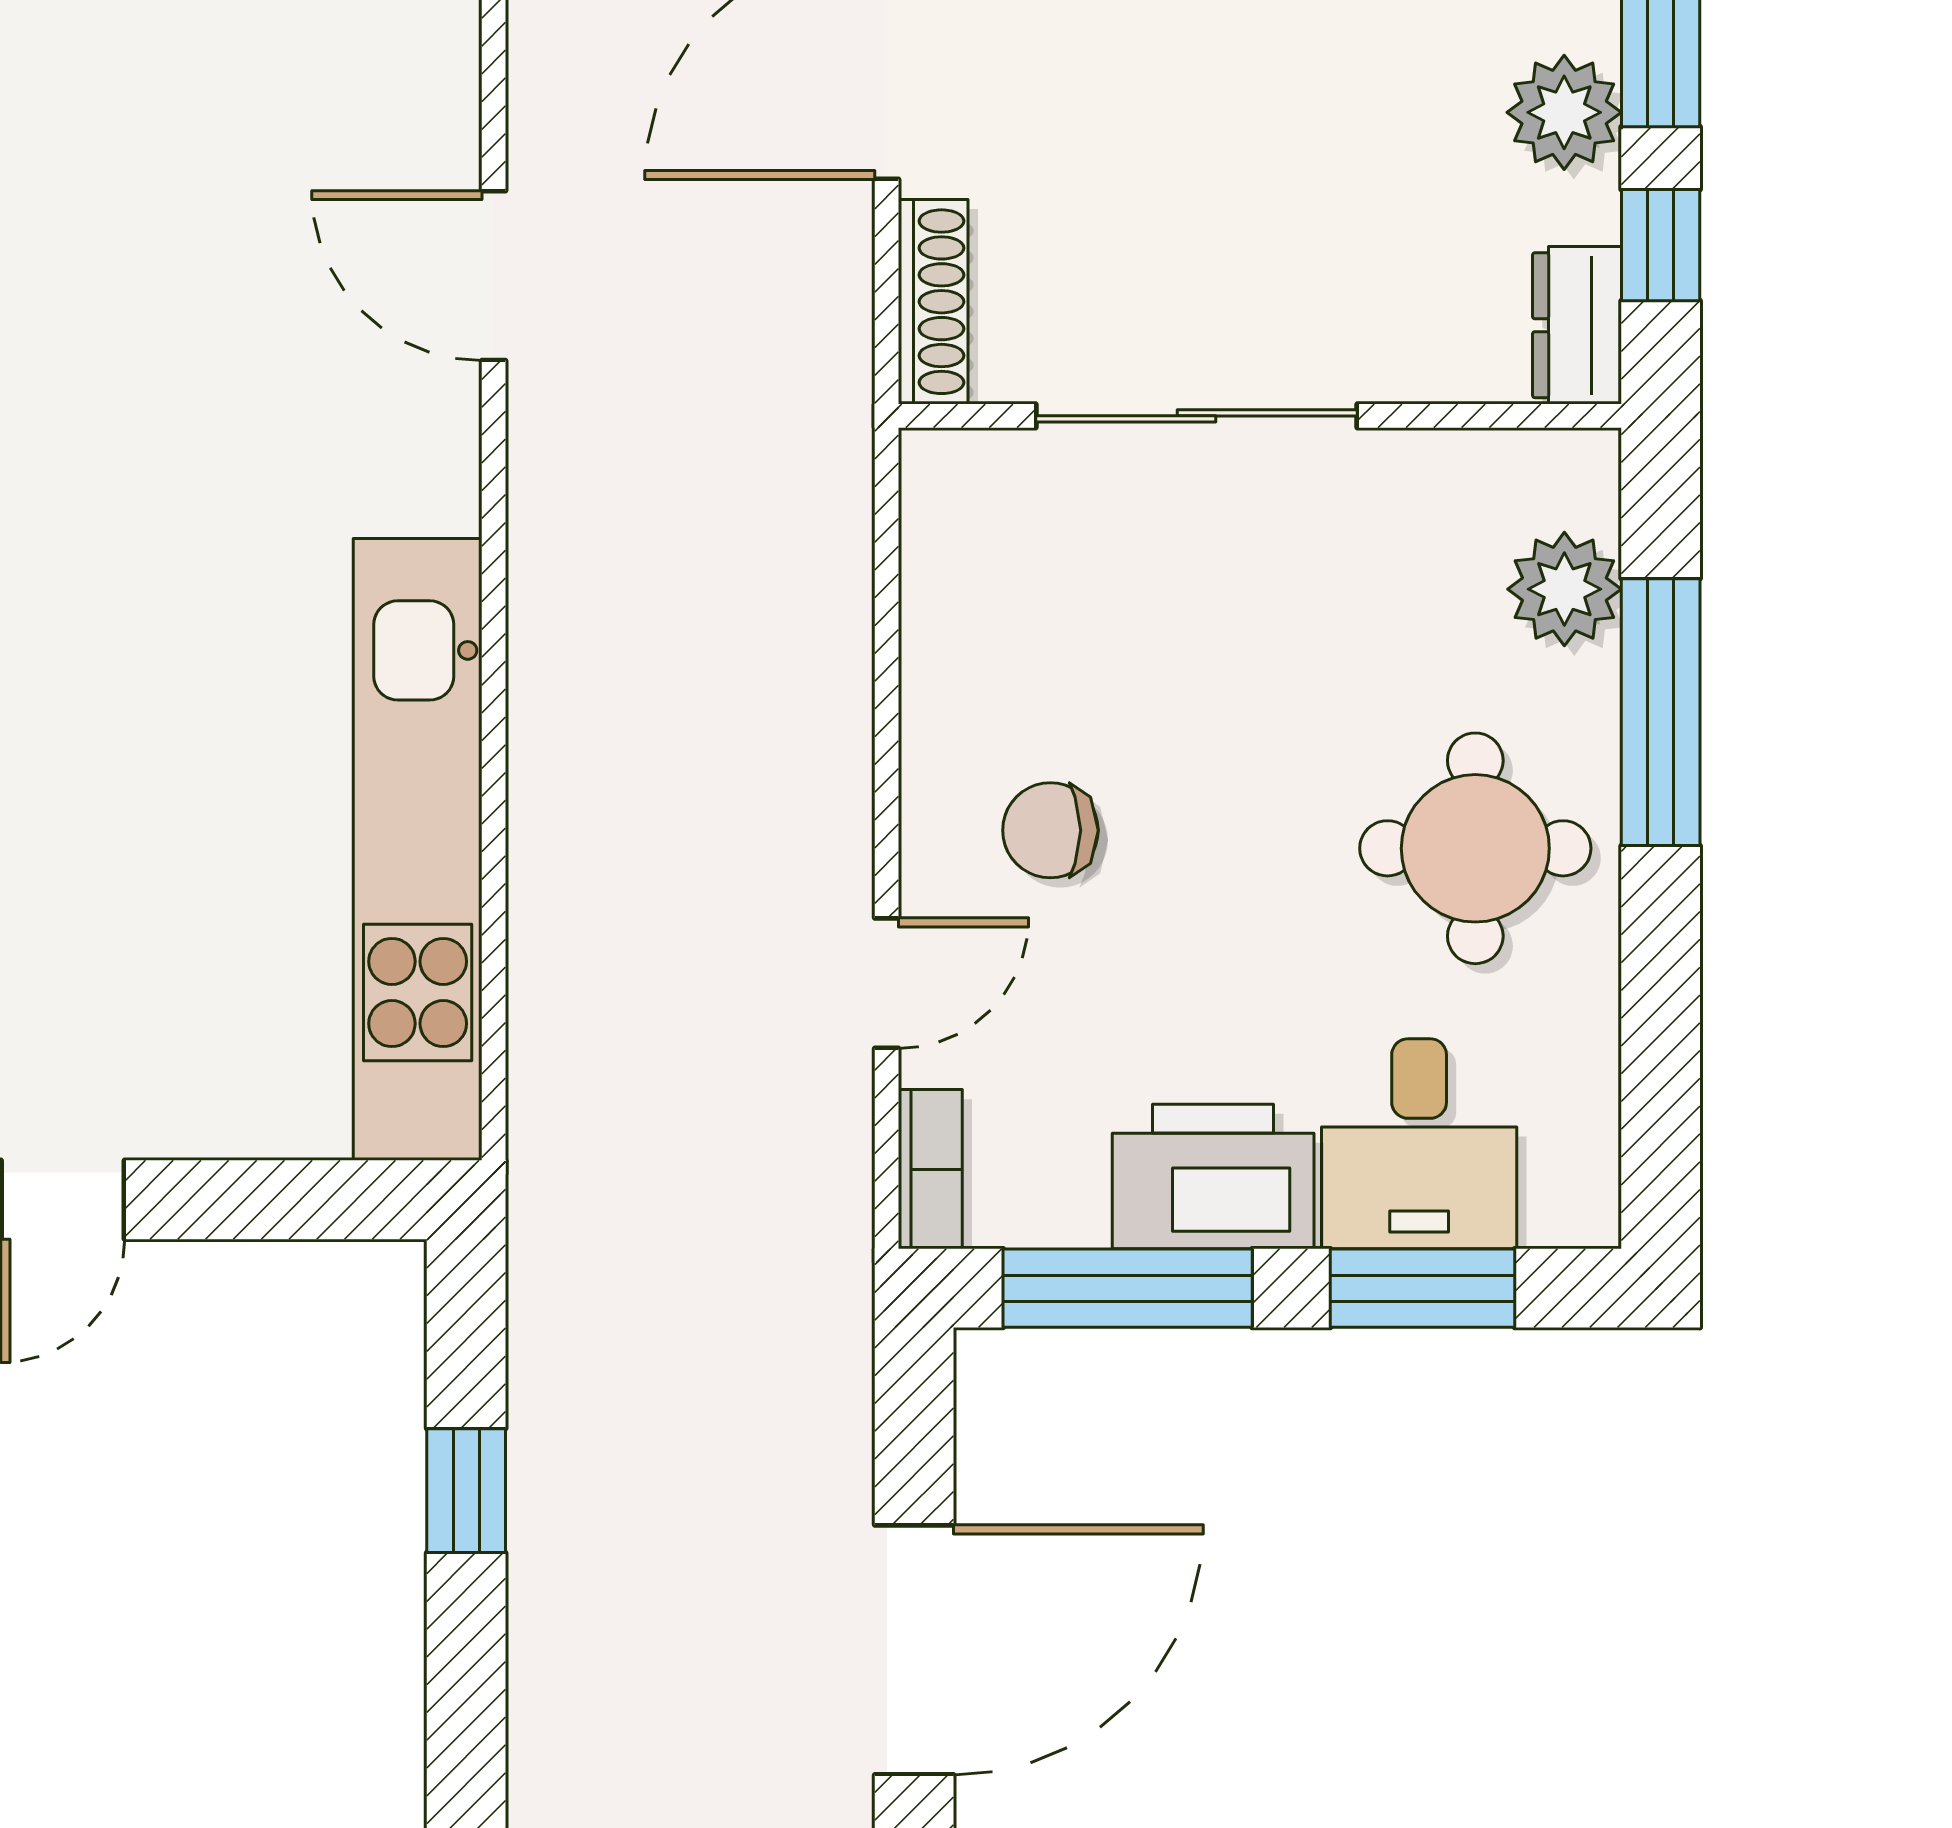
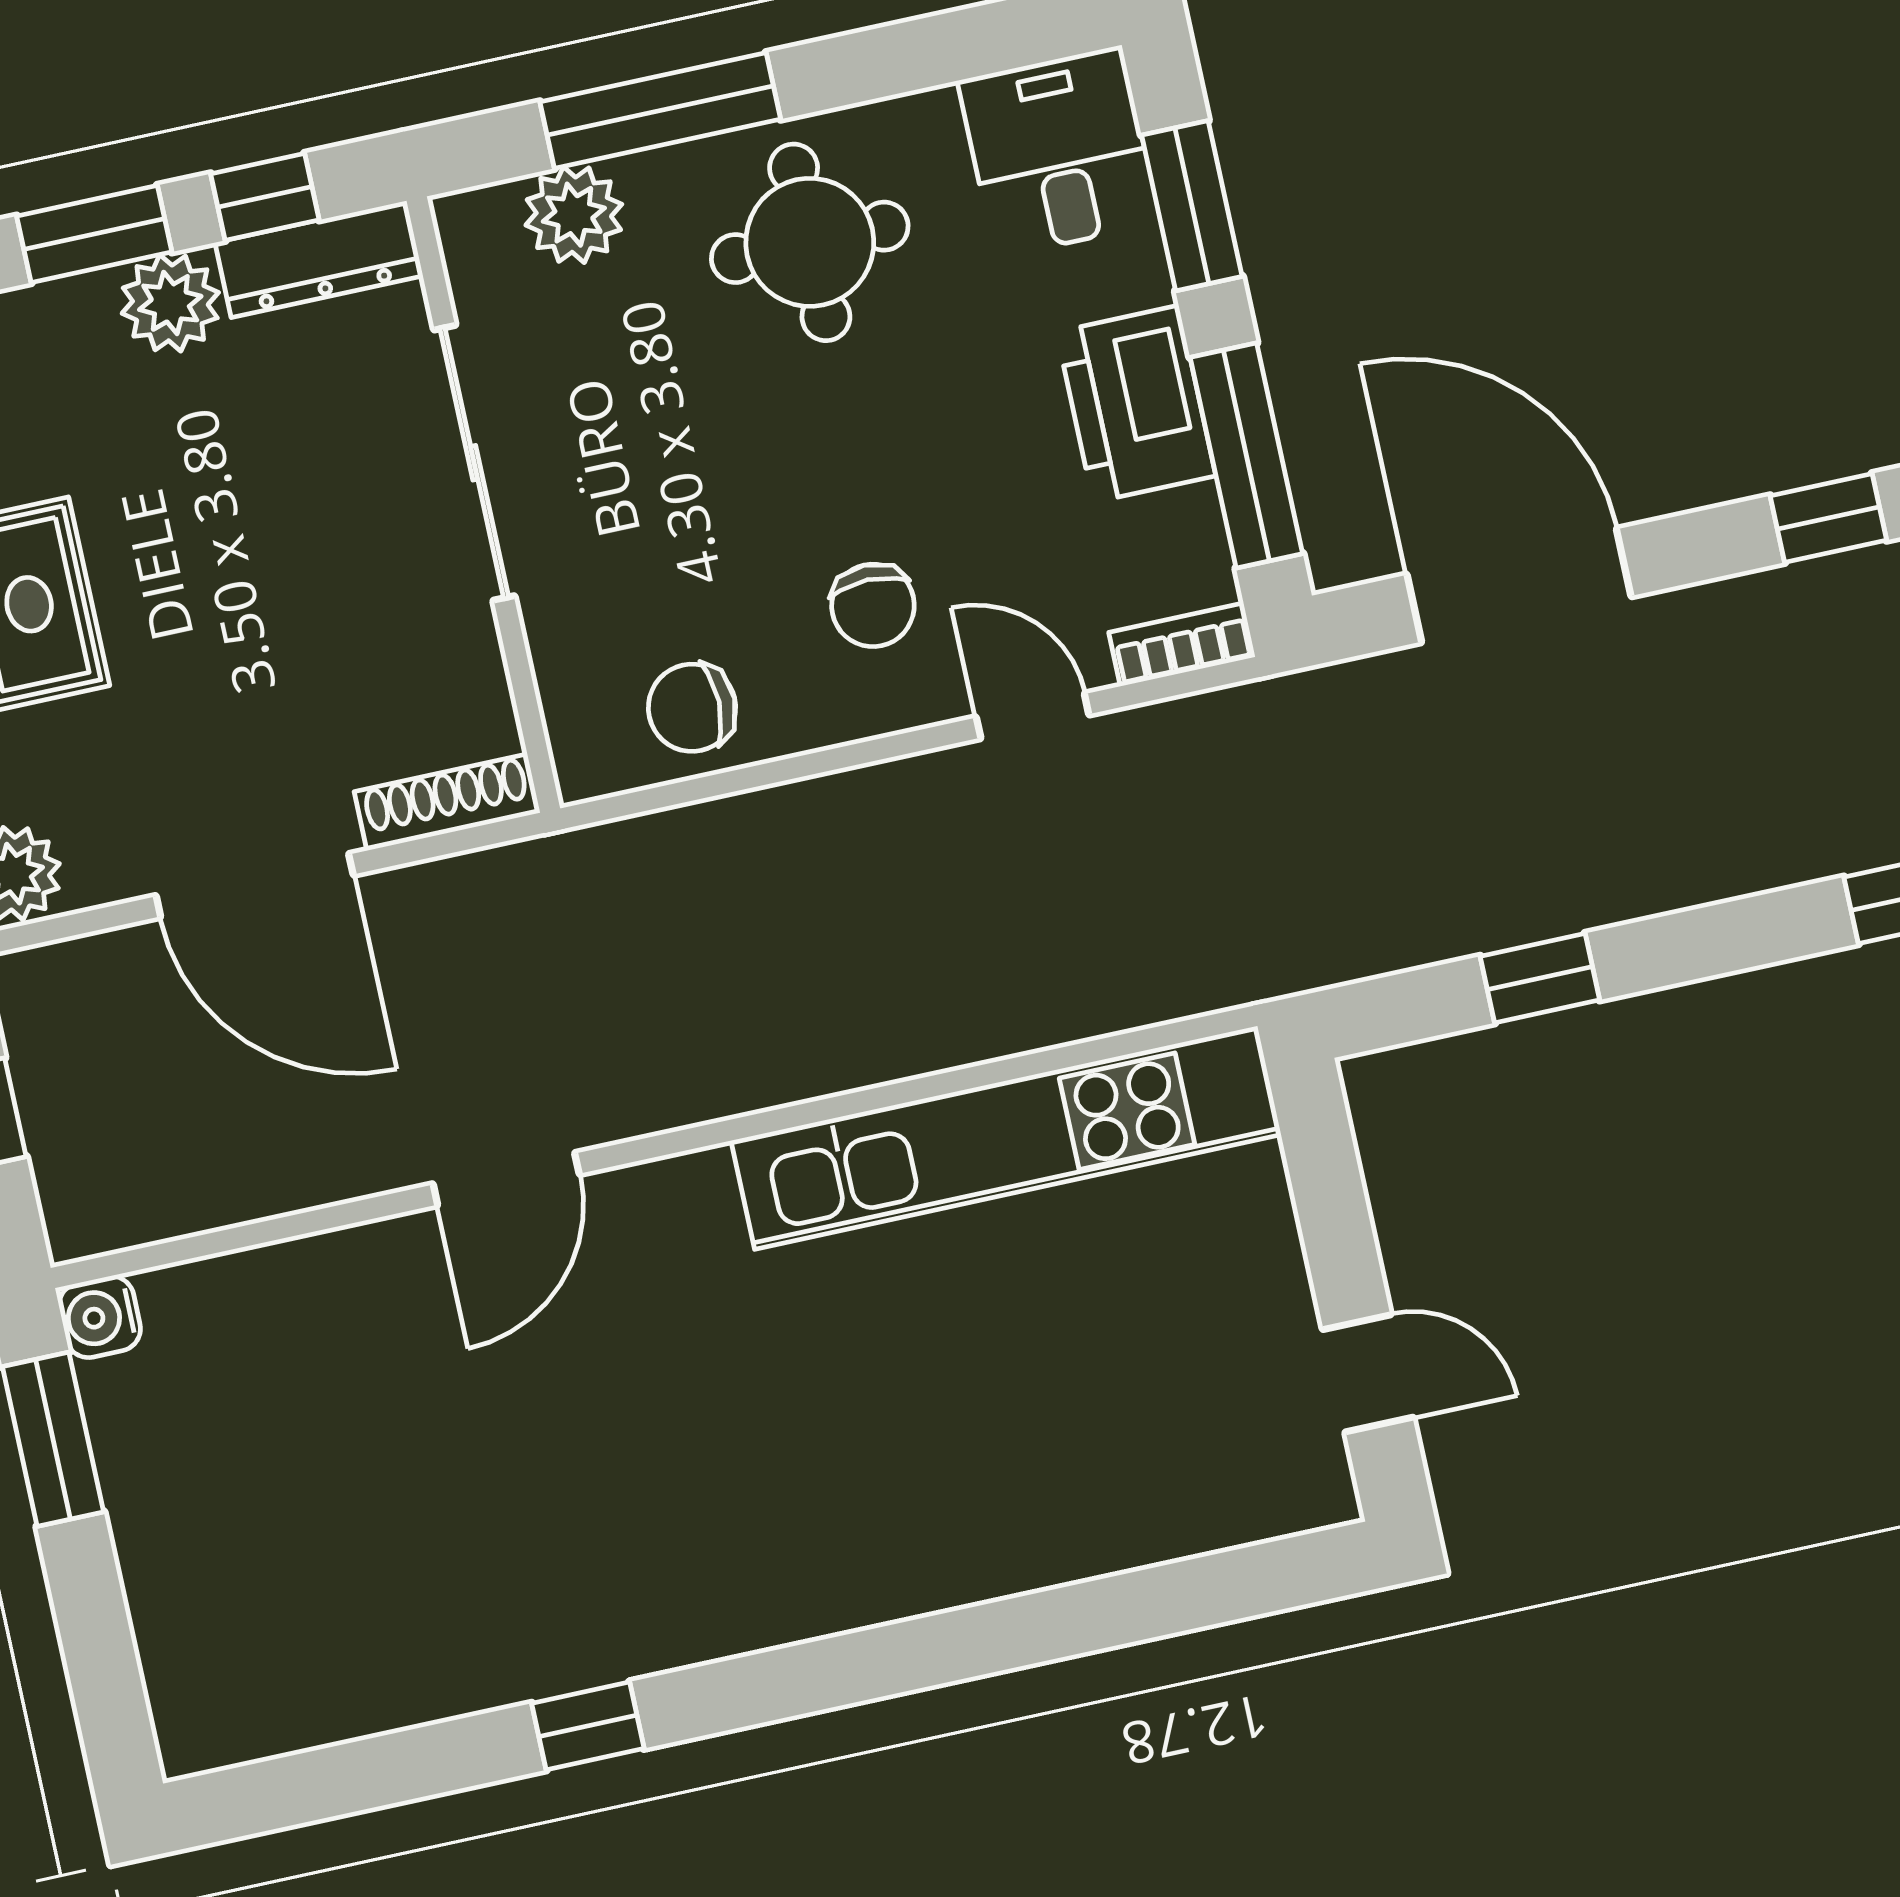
dresser: (1577, 325) -> (319, 259), width x1.44
sliding door: (1197, 416) -> (474, 463), moved
chair: (979, 601) -> (692, 708), added
desk: (1419, 1144) -> (1059, 152), moved, turned -90
door: (914, 1650) -> (1519, 585), moved

